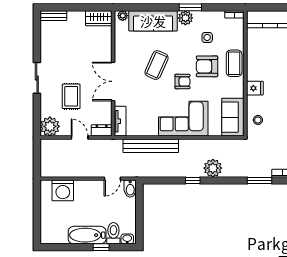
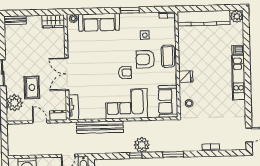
plant: (185, 18) -> (126, 19), removed
coffee table: (157, 65) -> (103, 59), removed
plant: (50, 126) -> (14, 103), moved
plant: (213, 168) -> (142, 145), moved
window: (259, 180) -> (173, 154), moved

